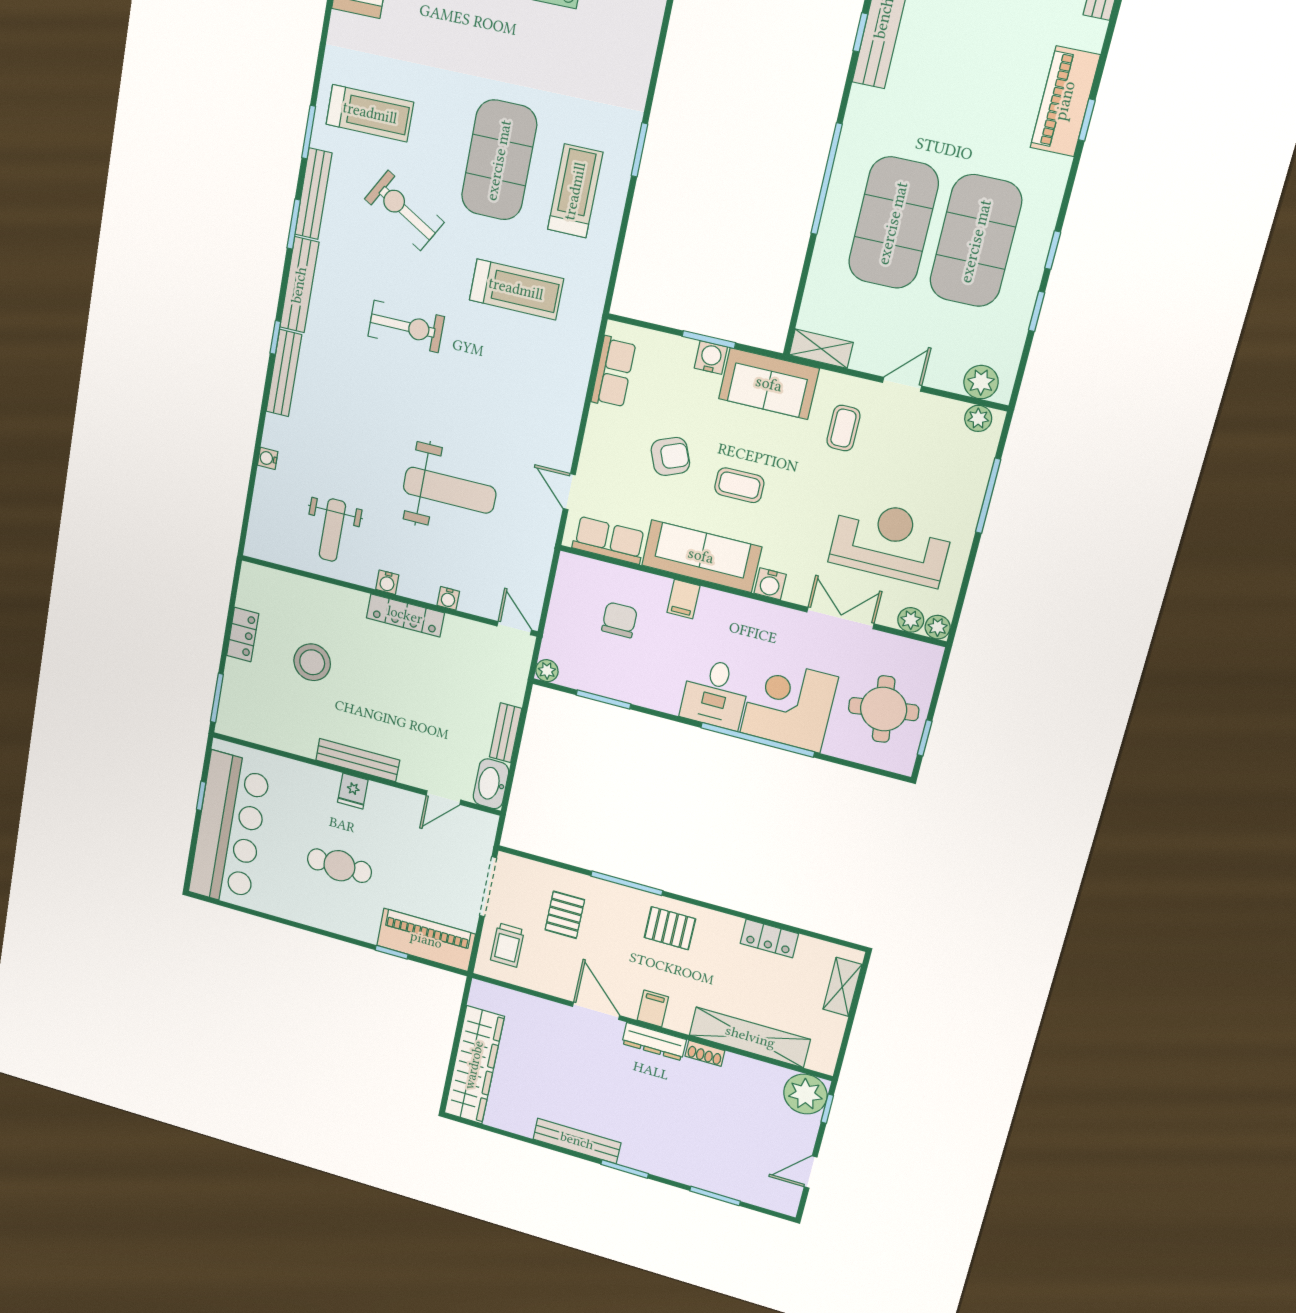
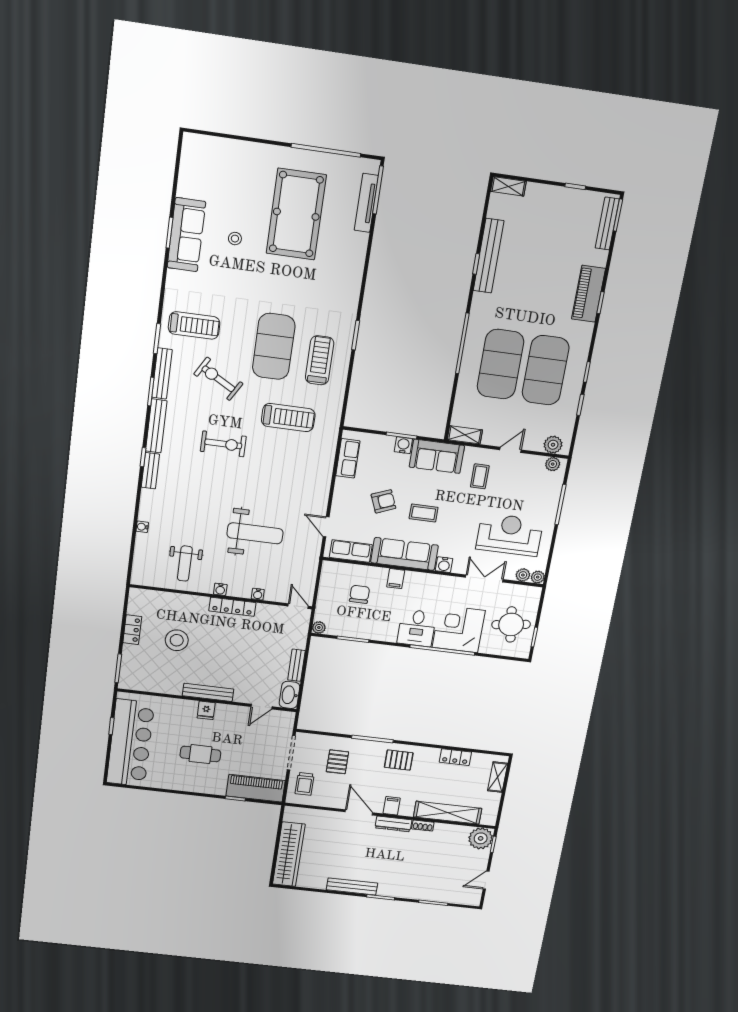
bench: (284, 373) -> (150, 471), width x0.73

